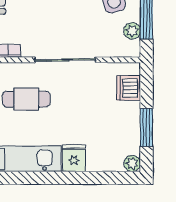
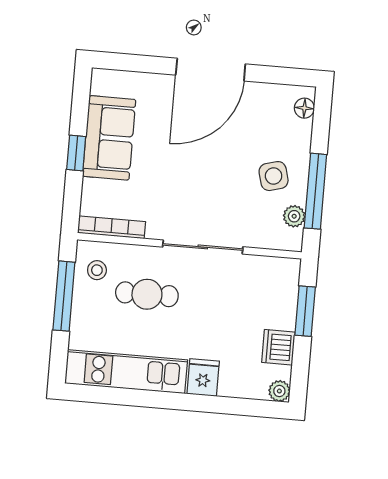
dishwasher: (129, 88) -> (278, 347), moved
window: (146, 127) -> (305, 311), moved

